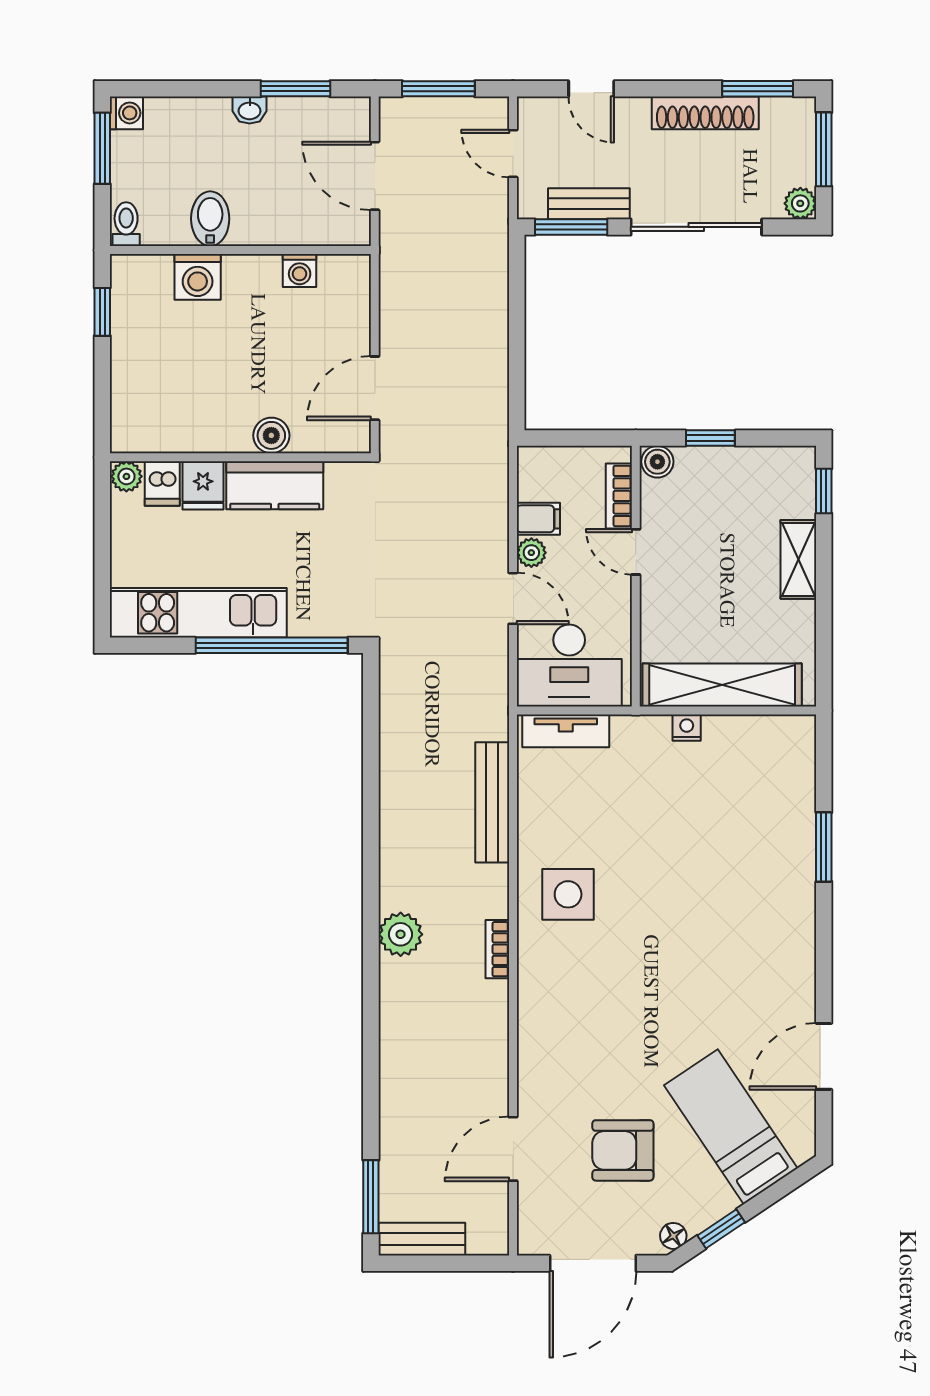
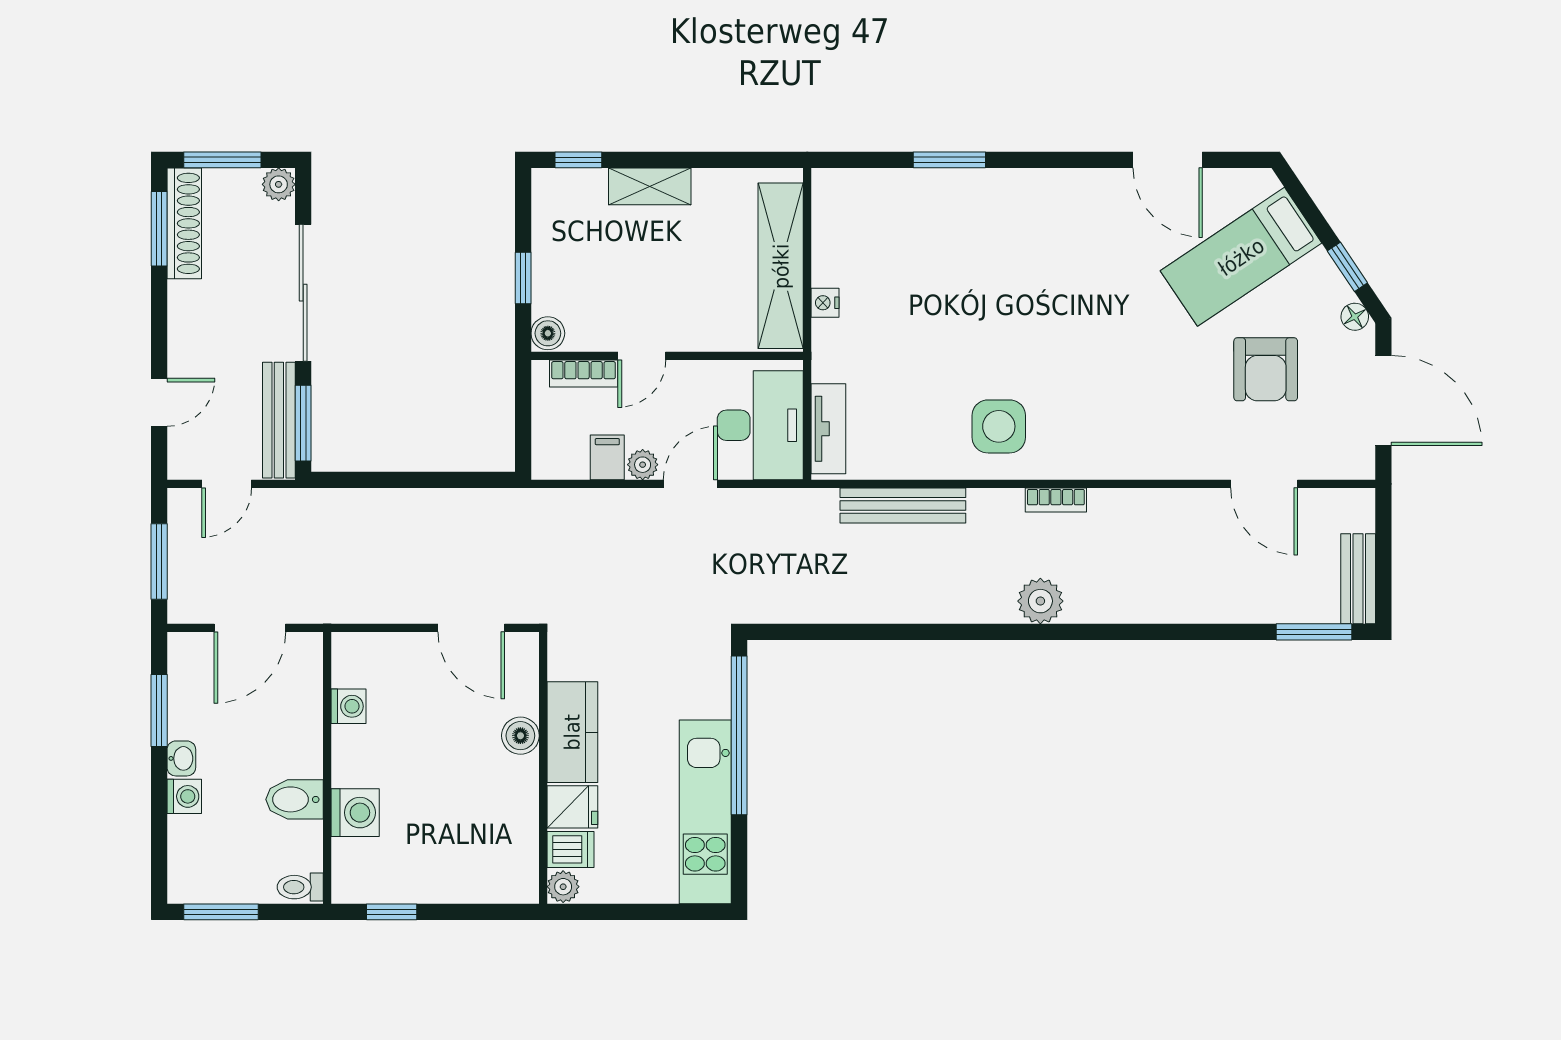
washing machine: (126, 113) -> (184, 796), moved, turned 90
shoe rack: (705, 113) -> (184, 223), moved
bench: (589, 204) -> (279, 420), width x1.36

